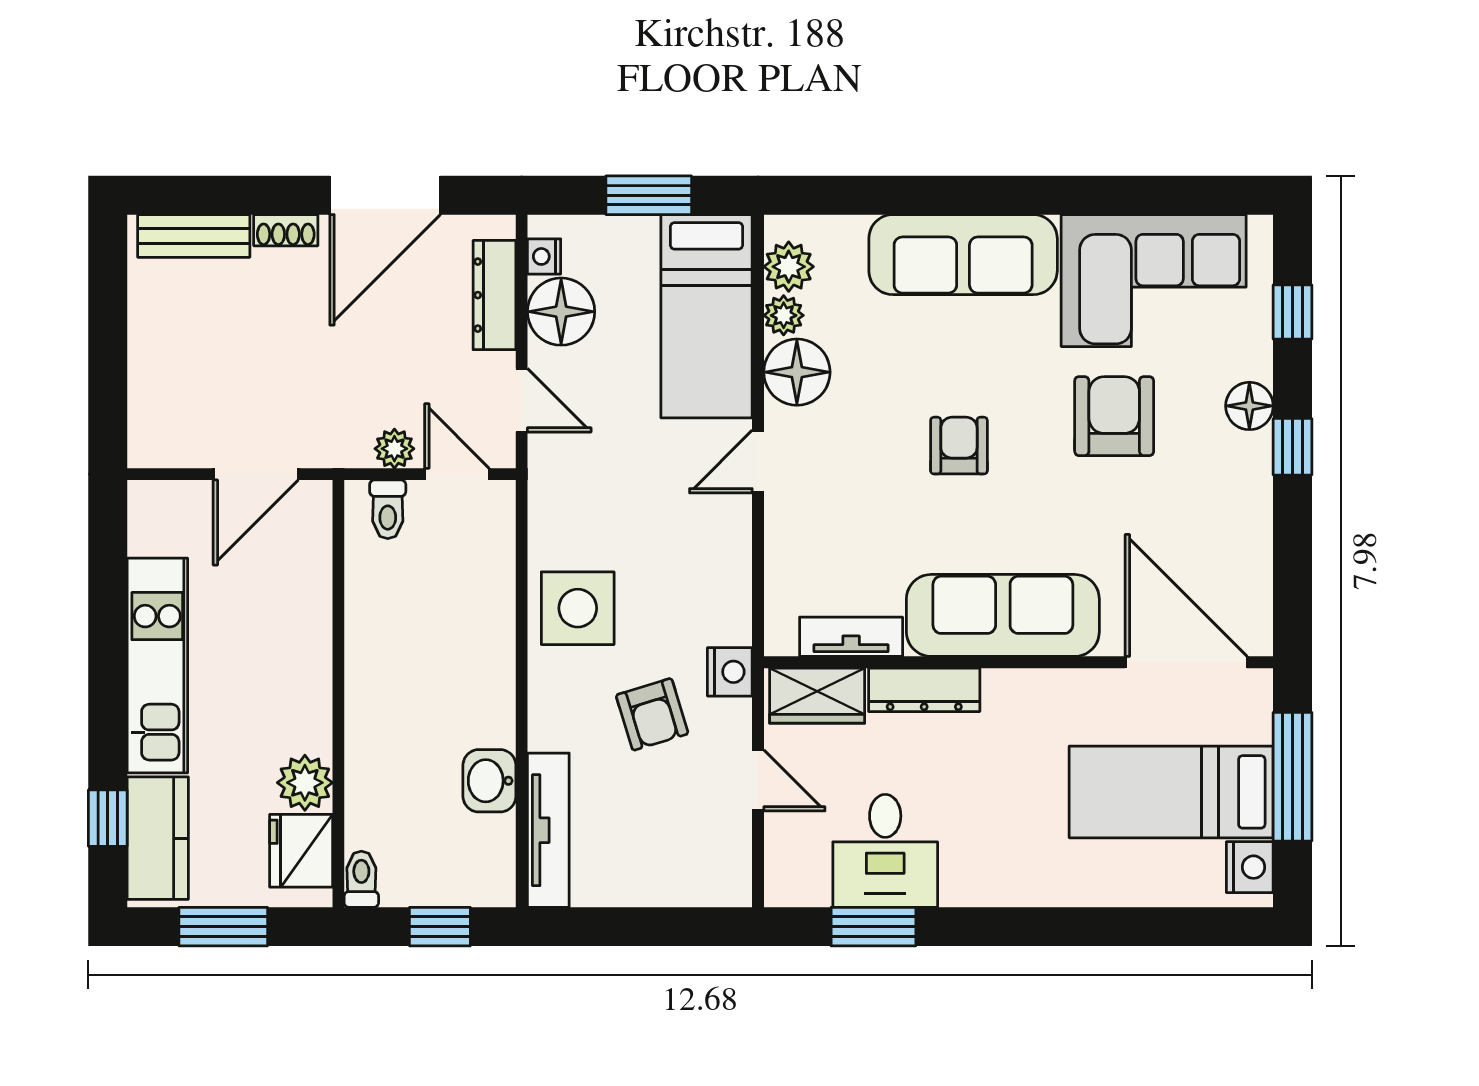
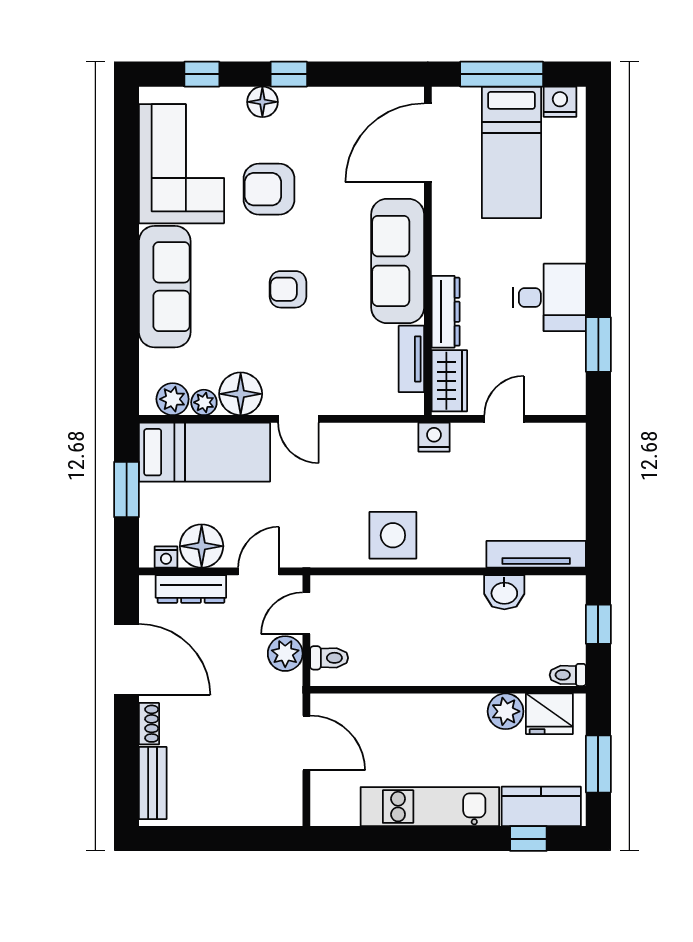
plant: (394, 449) -> (285, 654), width x1.38, depth x1.38
armchair: (652, 714) -> (461, 487), removed
desk: (885, 851) -> (550, 297), moved

